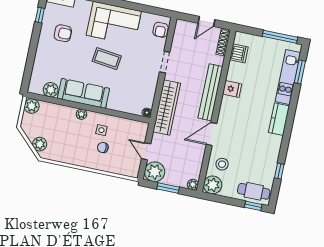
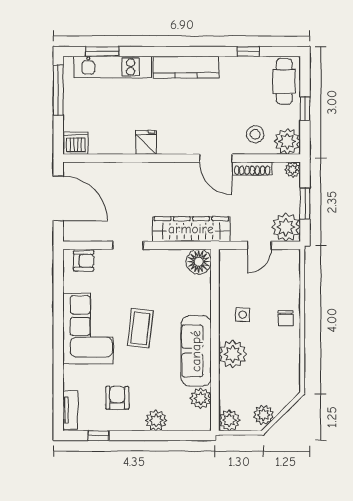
door: (206, 21) -> (58, 198), width x1.88
shoe rack: (223, 42) -> (252, 169), moved
dishwasher: (239, 53) -> (76, 143), moved
plant: (42, 56) -> (156, 420), added
bench: (210, 92) -> (157, 172), removed
floor lamp: (147, 113) -> (199, 262), width x1.89, depth x1.89
plant: (81, 114) -> (233, 354), width x1.88, depth x1.88
kitchen counter: (279, 119) -> (186, 67), width x1.50
plant: (40, 144) -> (264, 415), moved
chair: (103, 148) -> (286, 318), moved
window: (253, 206) -> (305, 109), moved

